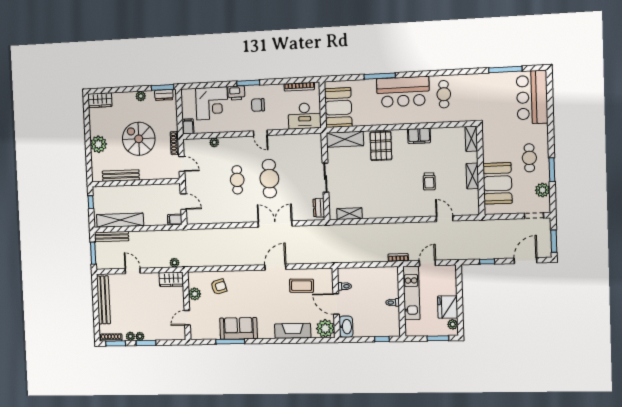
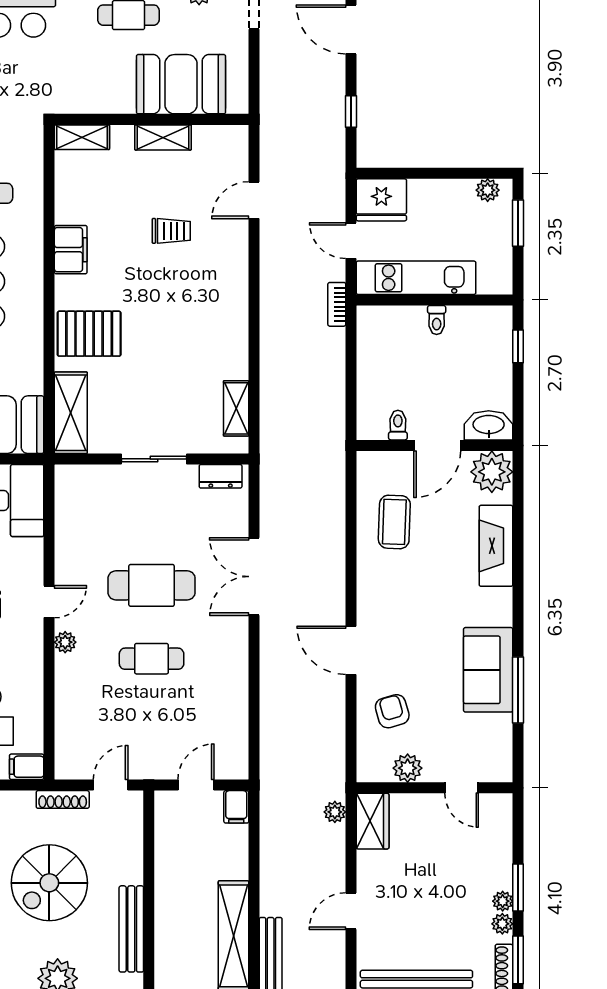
plant: (214, 142) -> (65, 642), moved
door: (275, 267) -> (351, 650), moved
fridge: (448, 307) -> (381, 200), moved

